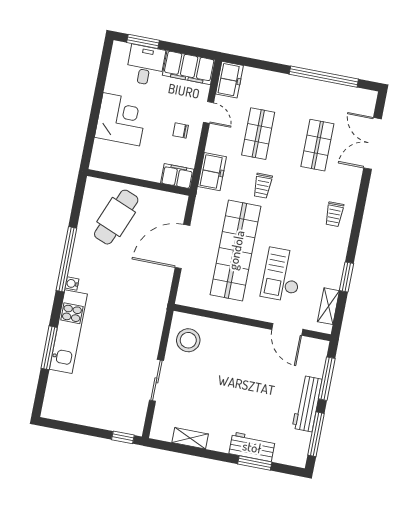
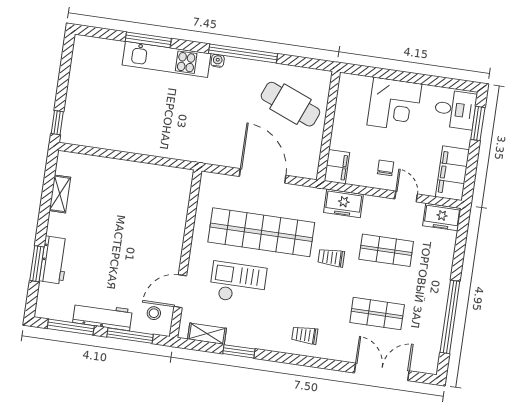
desk: (145, 65) -> (455, 110), moved
door: (209, 112) -> (406, 197), swing flipped
stool: (188, 340) -> (154, 313), moved, width x0.53, depth x0.53
sliding door: (156, 380) -> (119, 155), removed

